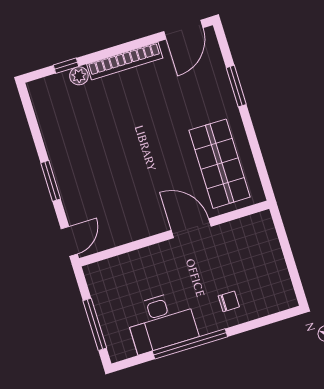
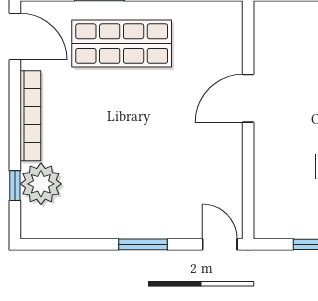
plant: (79, 76) -> (41, 184), width x1.87, depth x1.87
shop shelf: (220, 164) -> (122, 44), moved

